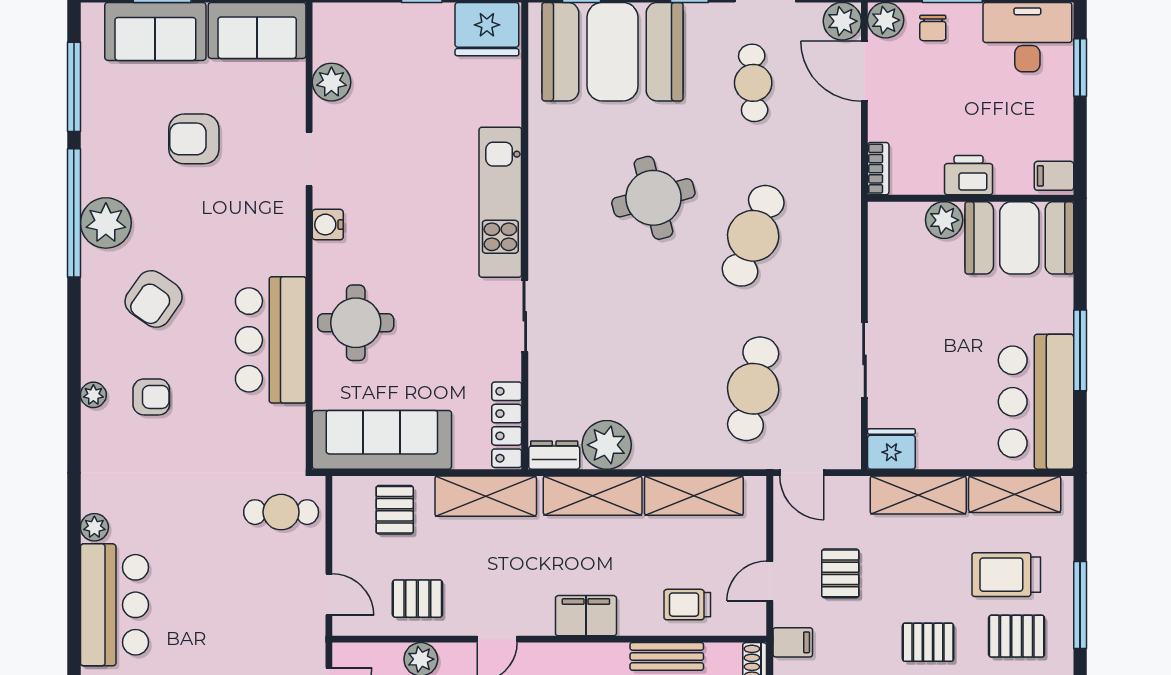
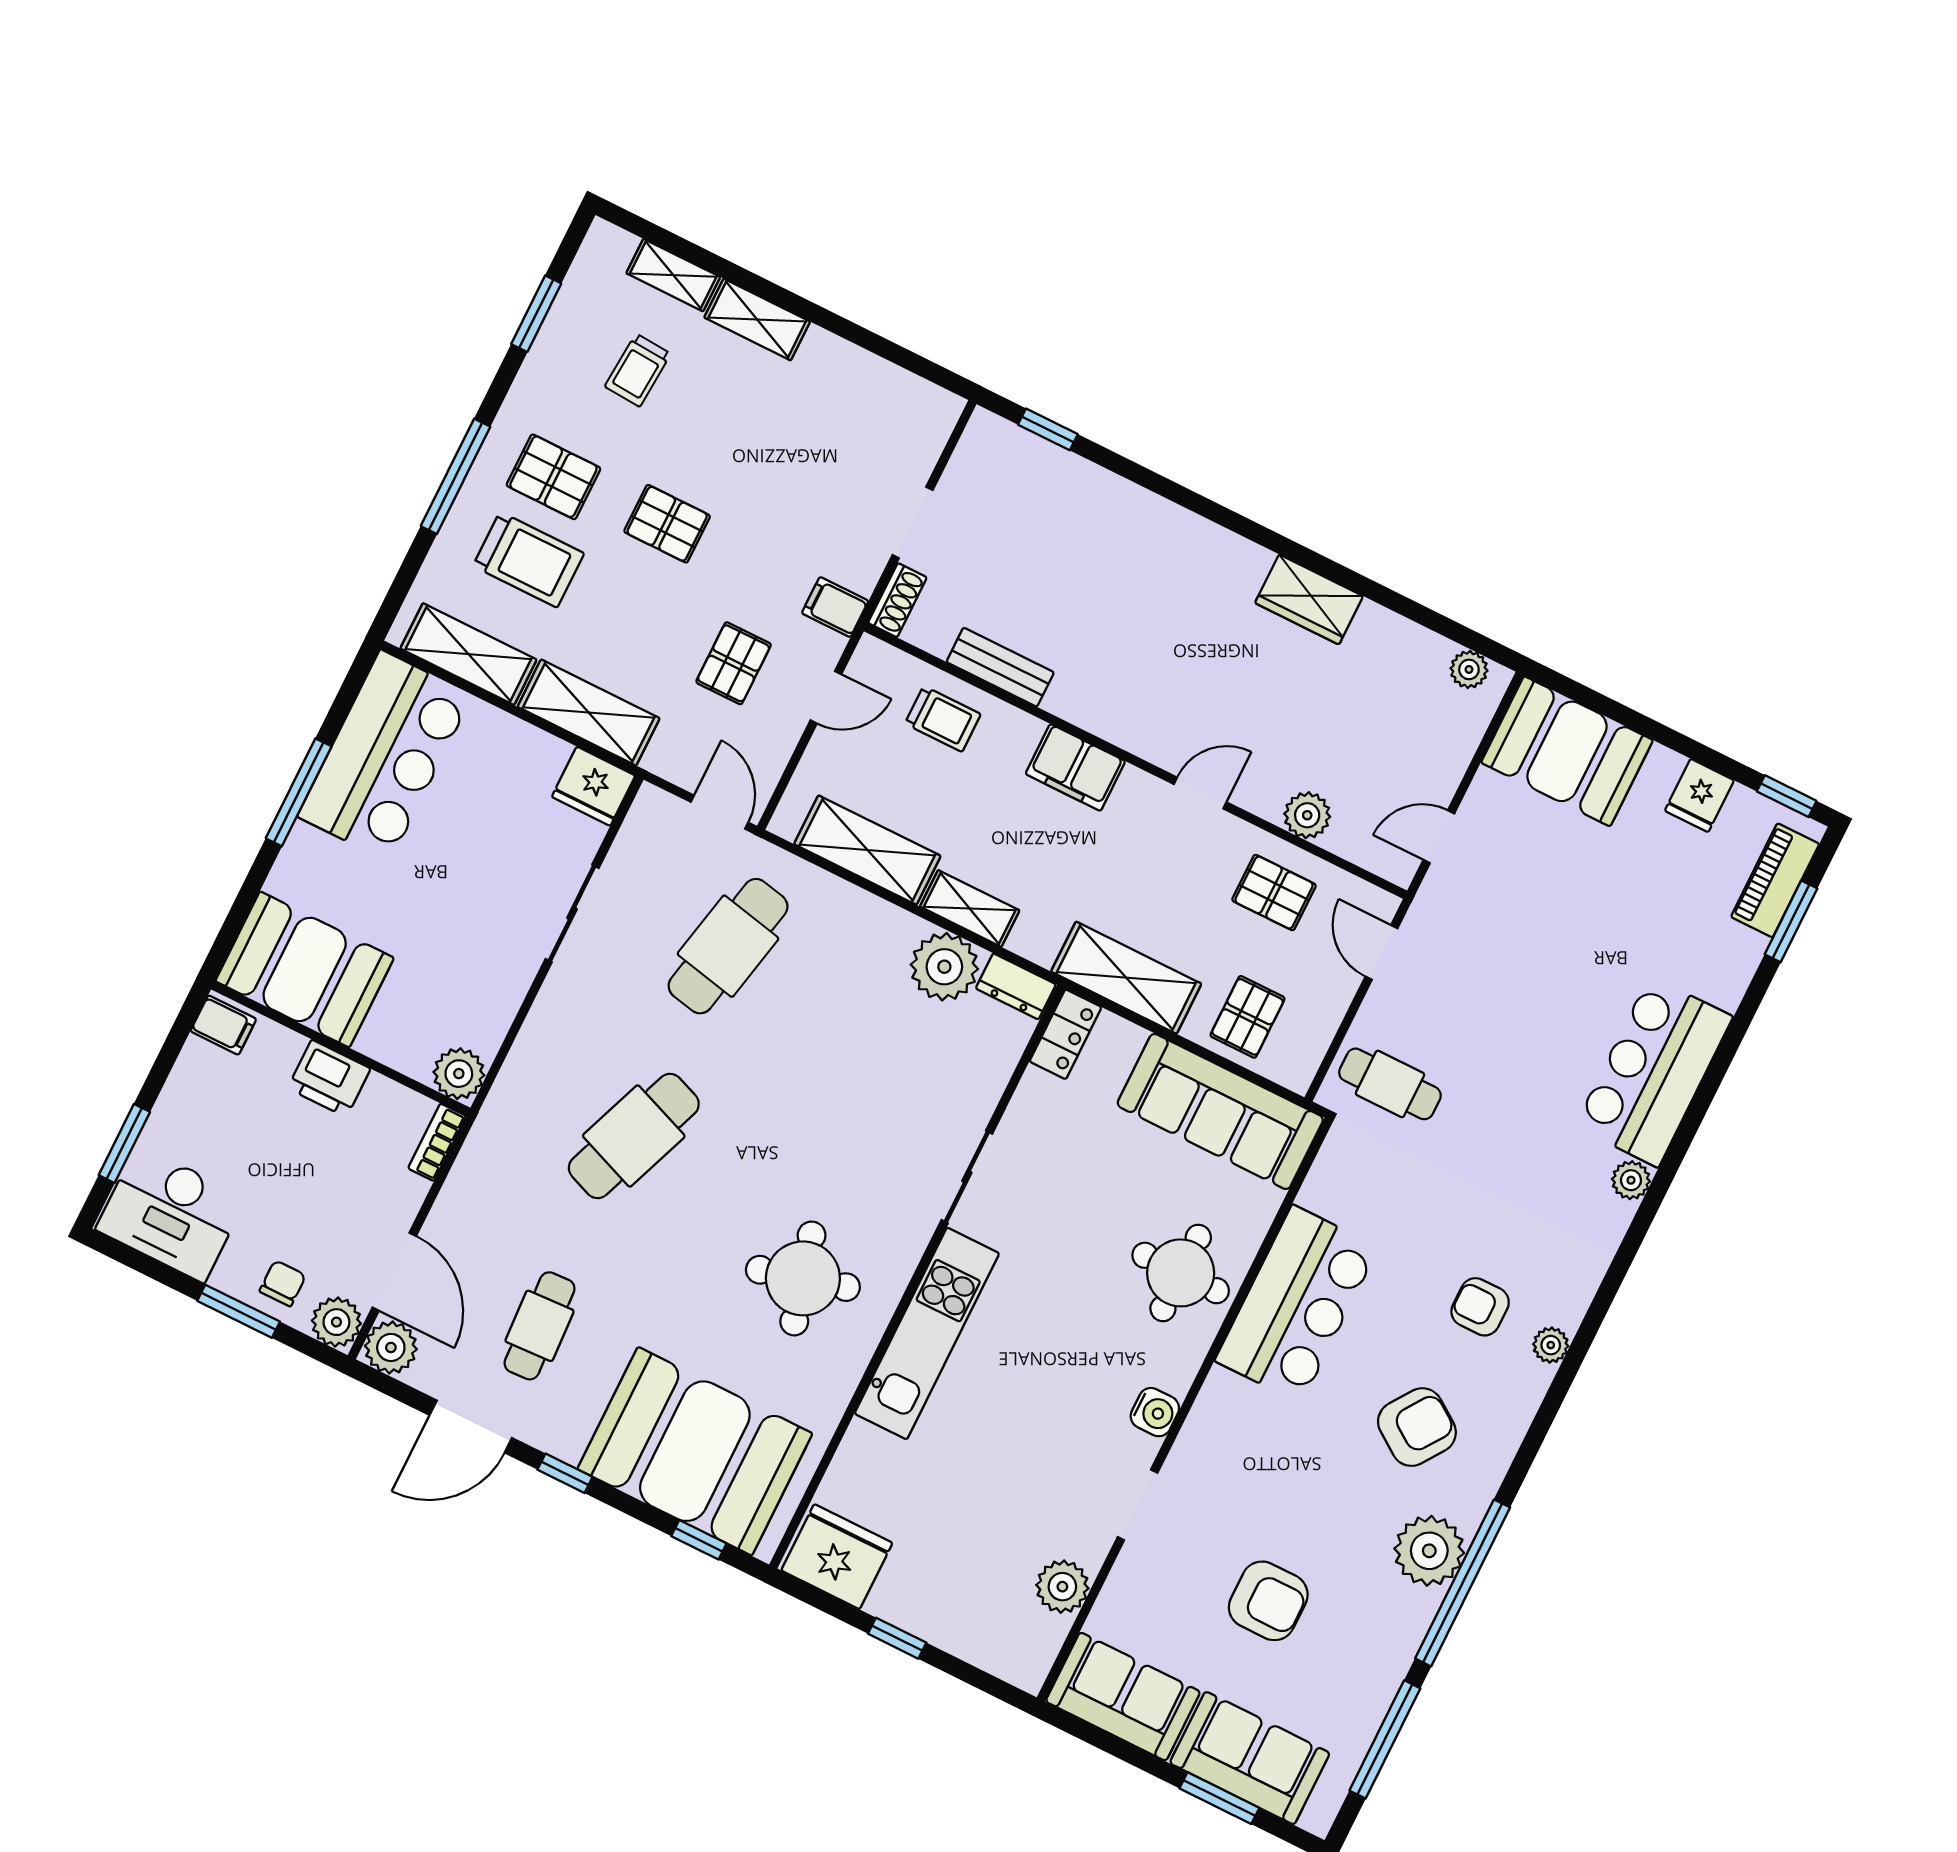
round table: (653, 198) -> (803, 1278), moved
plant: (944, 220) -> (459, 1074), moved
locker: (507, 425) -> (1066, 1034), width x0.66
shelving: (593, 496) -> (970, 908), width x0.67, depth x0.75

